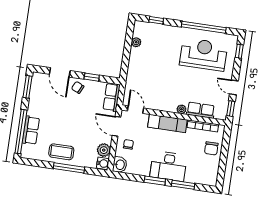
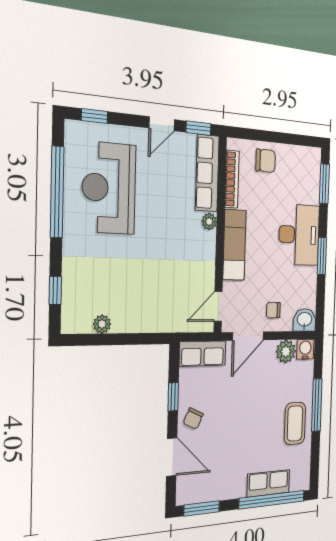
door: (60, 72) -> (172, 457), hinge flipped
row of seats: (201, 110) -> (207, 173), width x1.48
window: (183, 185) -> (324, 184), moved

